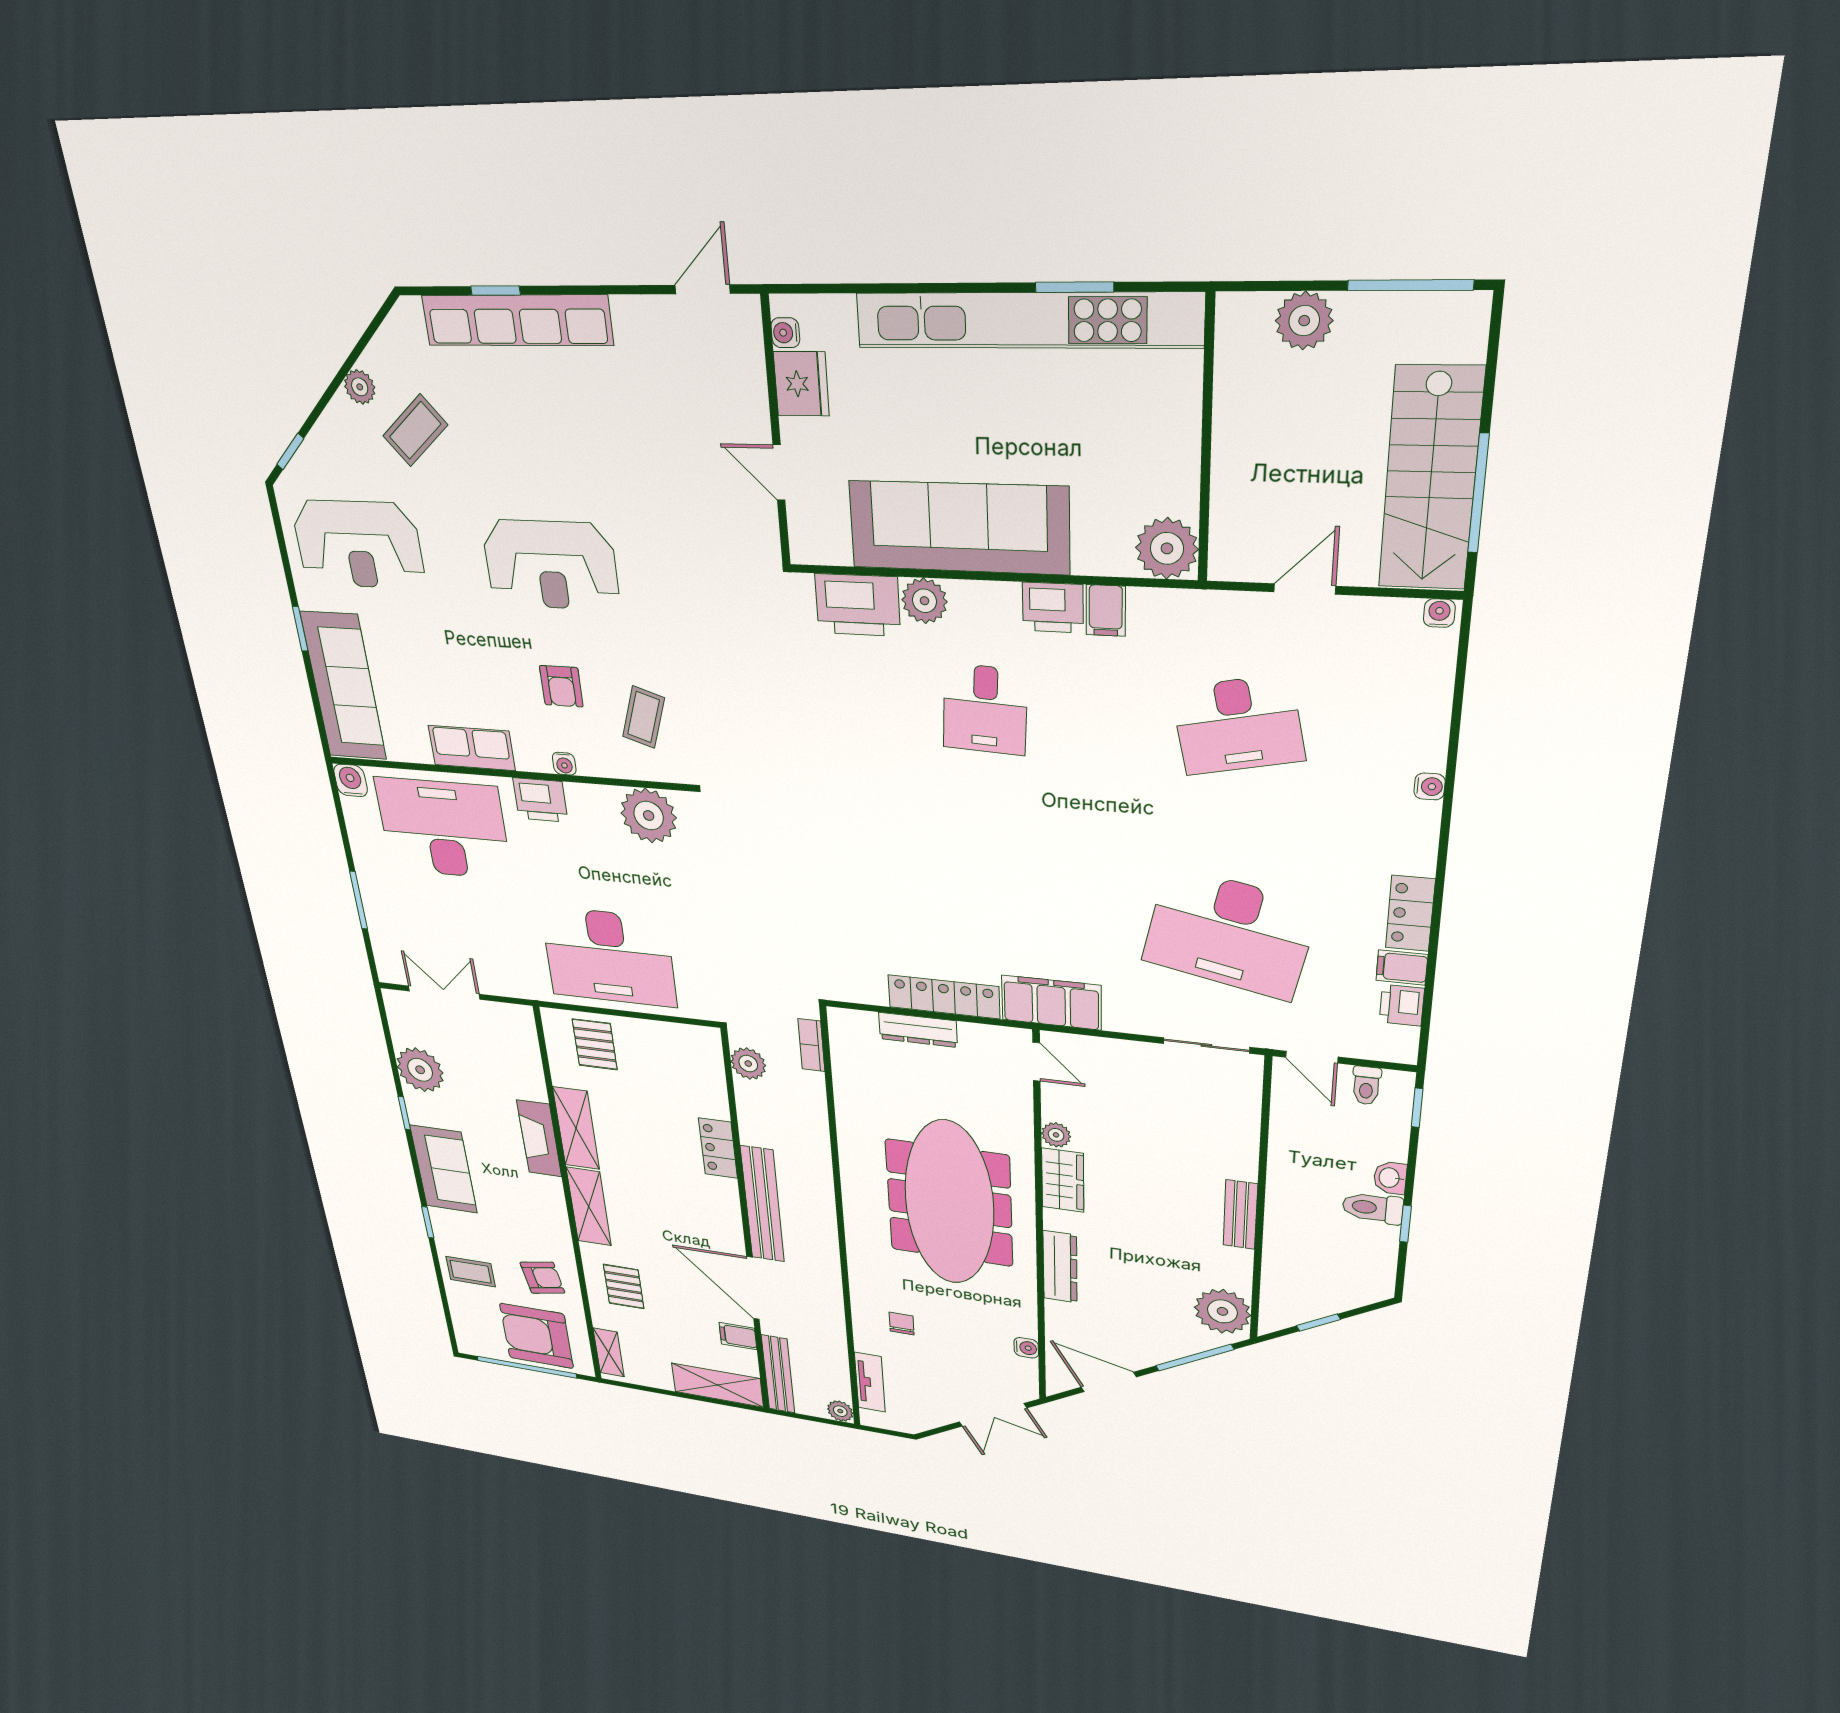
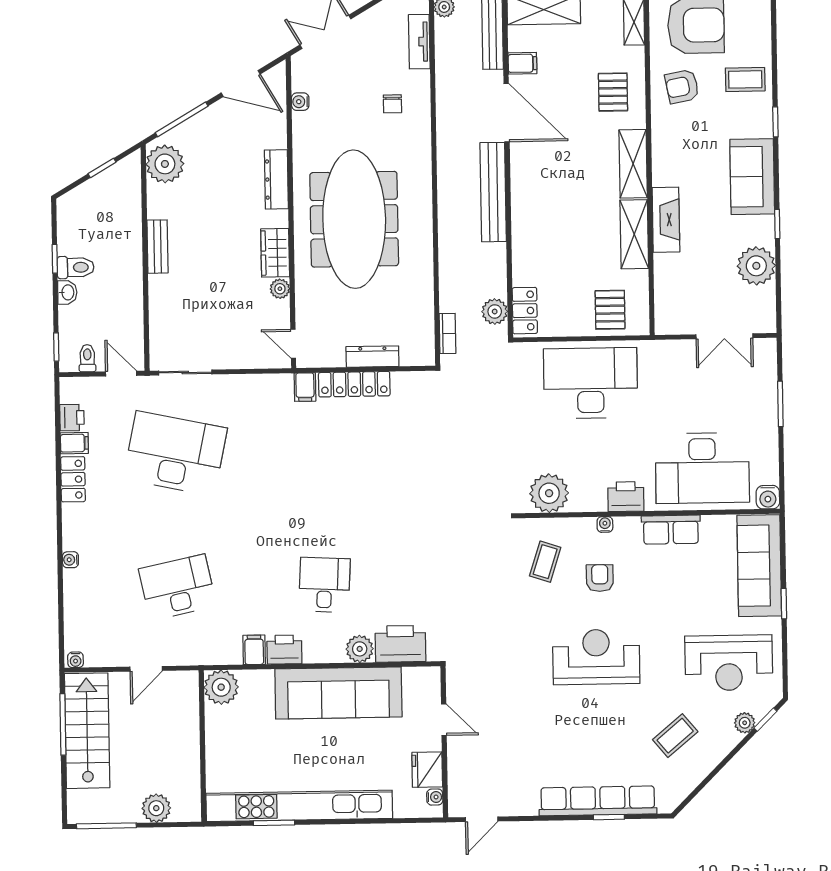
plant: (360, 387) -> (745, 723), moved
reception desk: (358, 544) -> (729, 663), turned 180
filing cabinet: (1051, 1003) -> (305, 387), width x0.33, depth x0.86
locker: (718, 1148) -> (525, 311), moved

